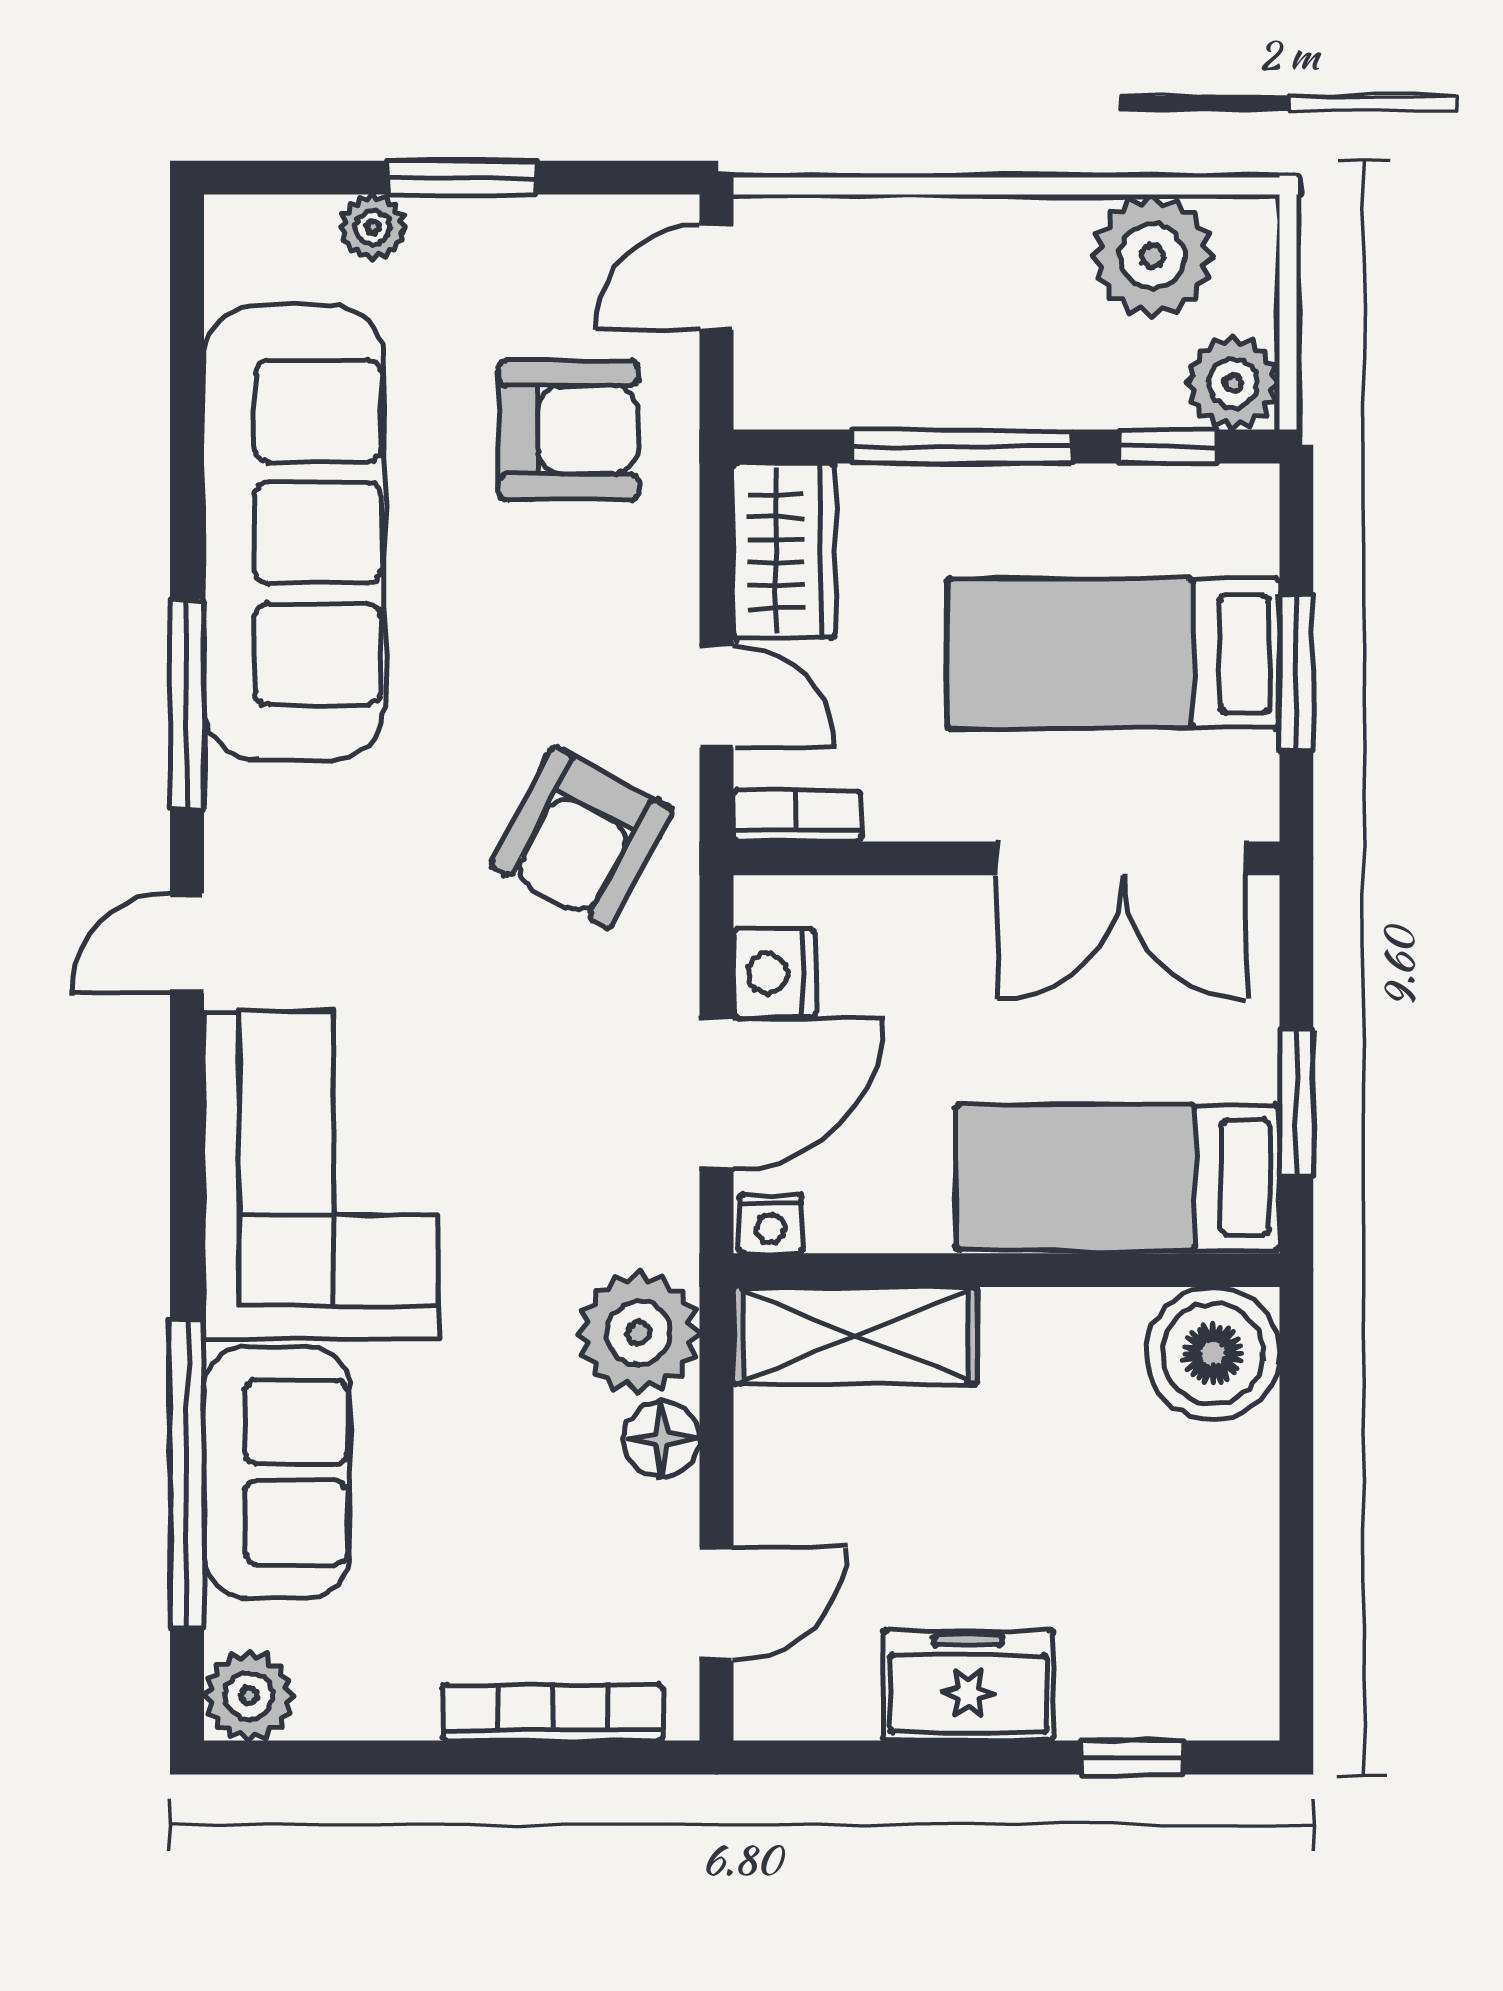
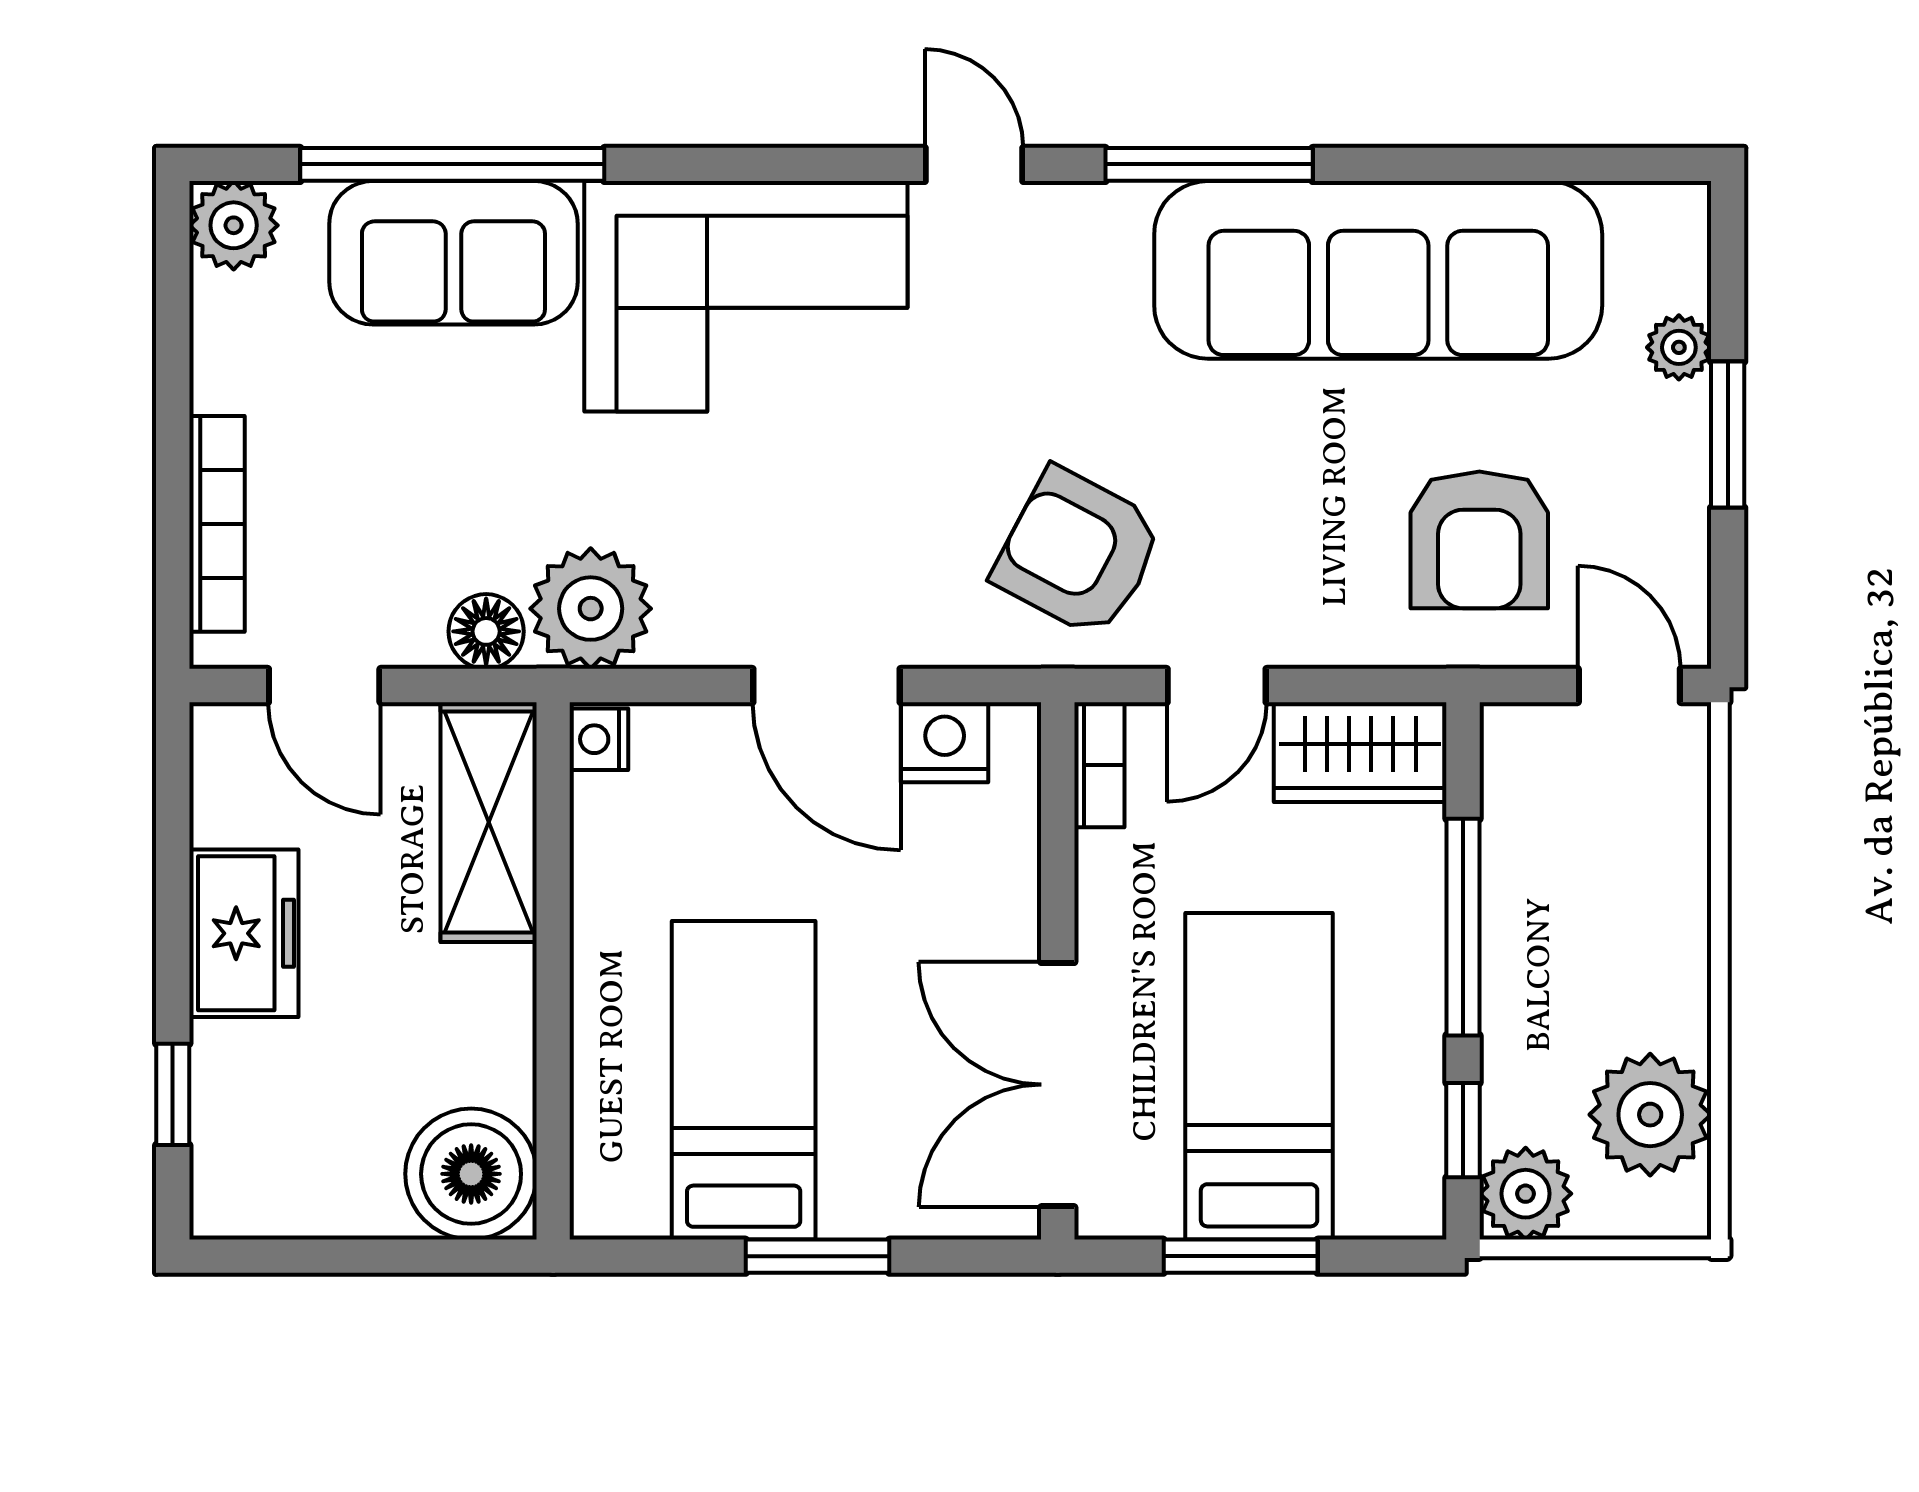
nightstand: (771, 1224) -> (599, 739), moved
wall: (1006, 1270) -> (553, 971), moved
shelving: (855, 1336) -> (489, 822), moved
boiler: (1213, 1354) -> (471, 1174), moved

